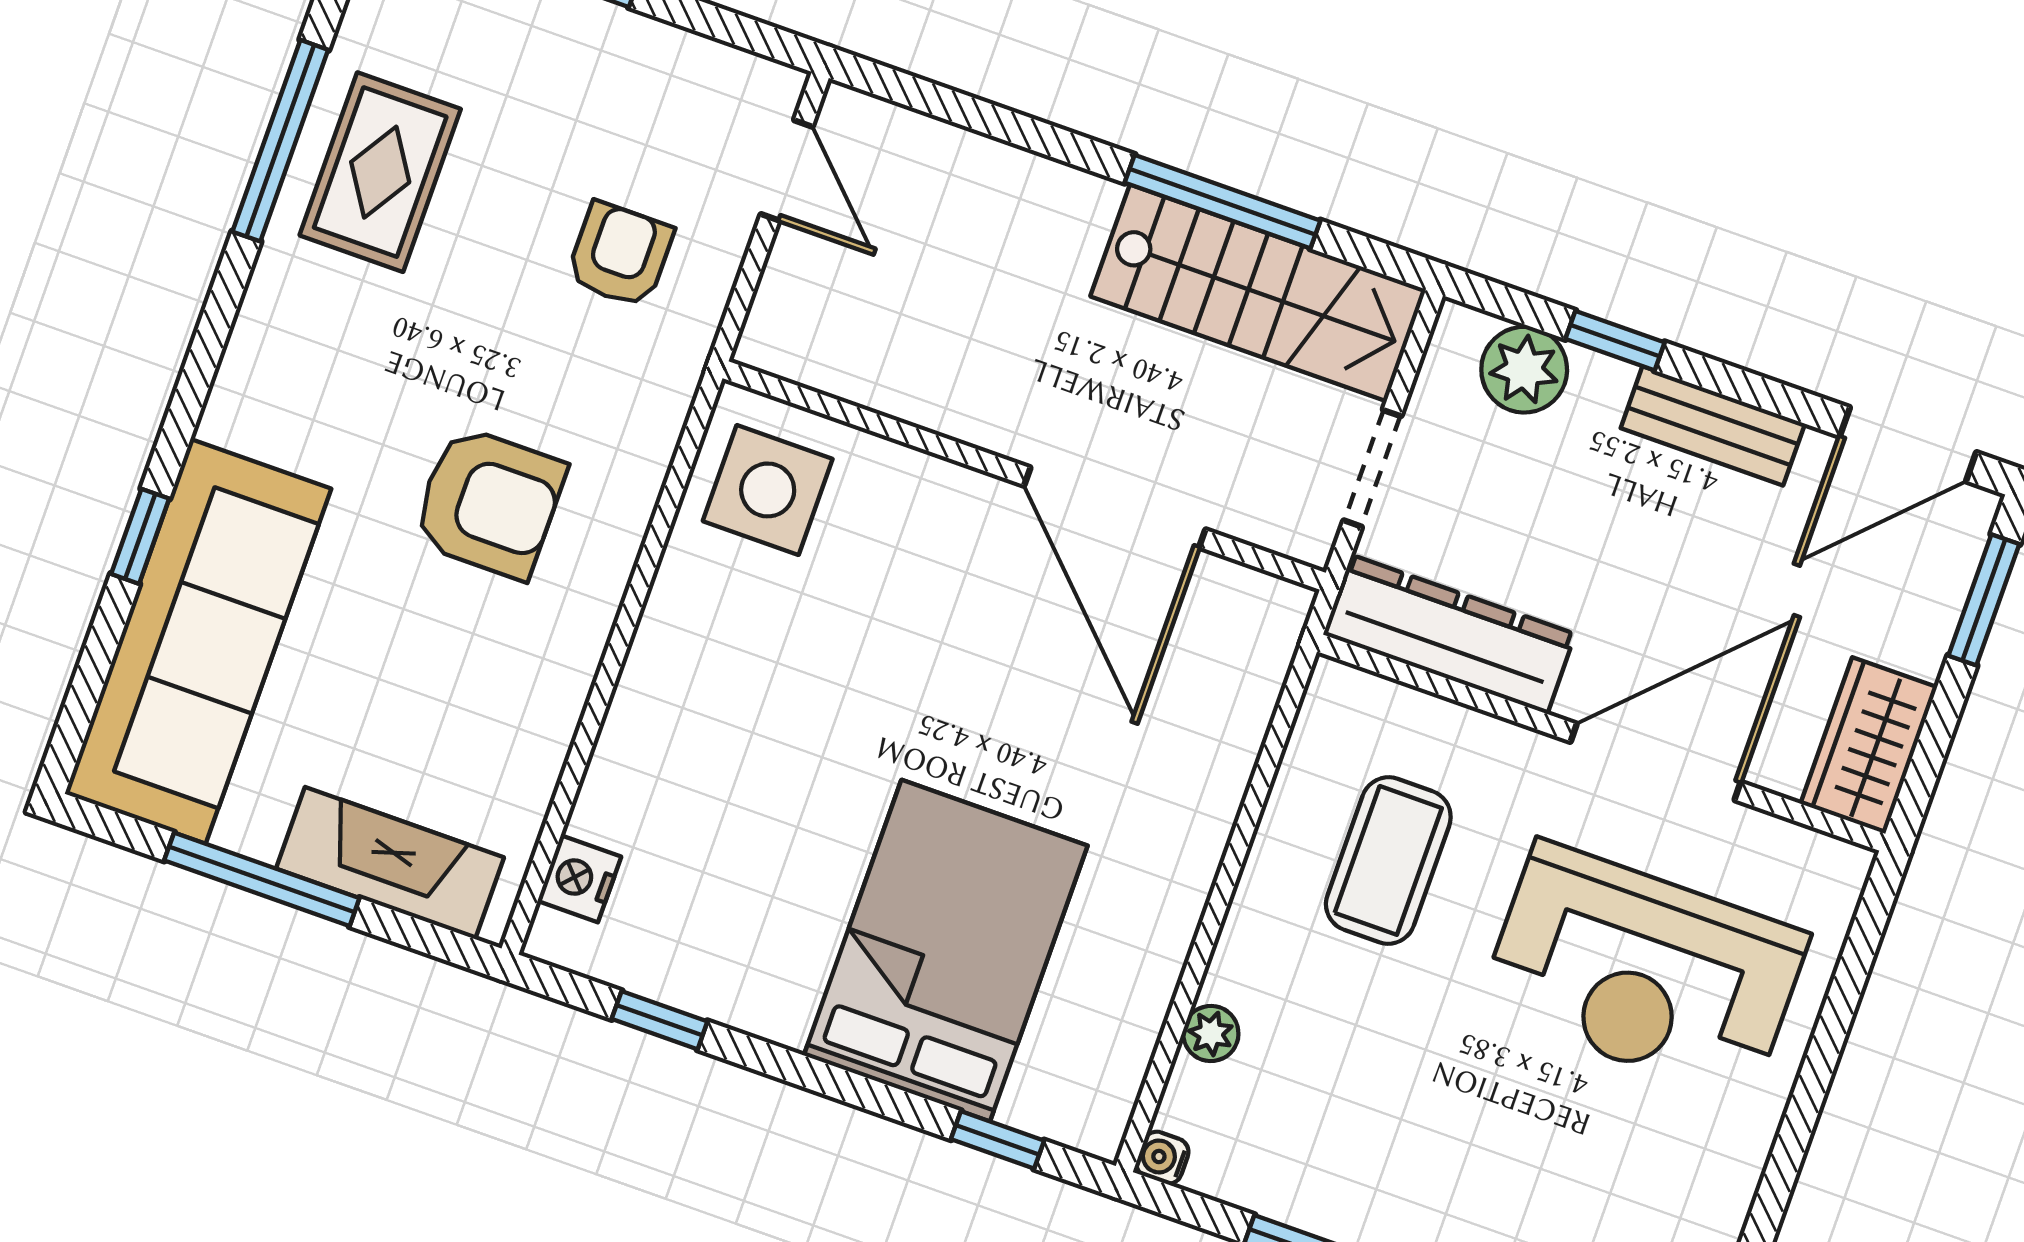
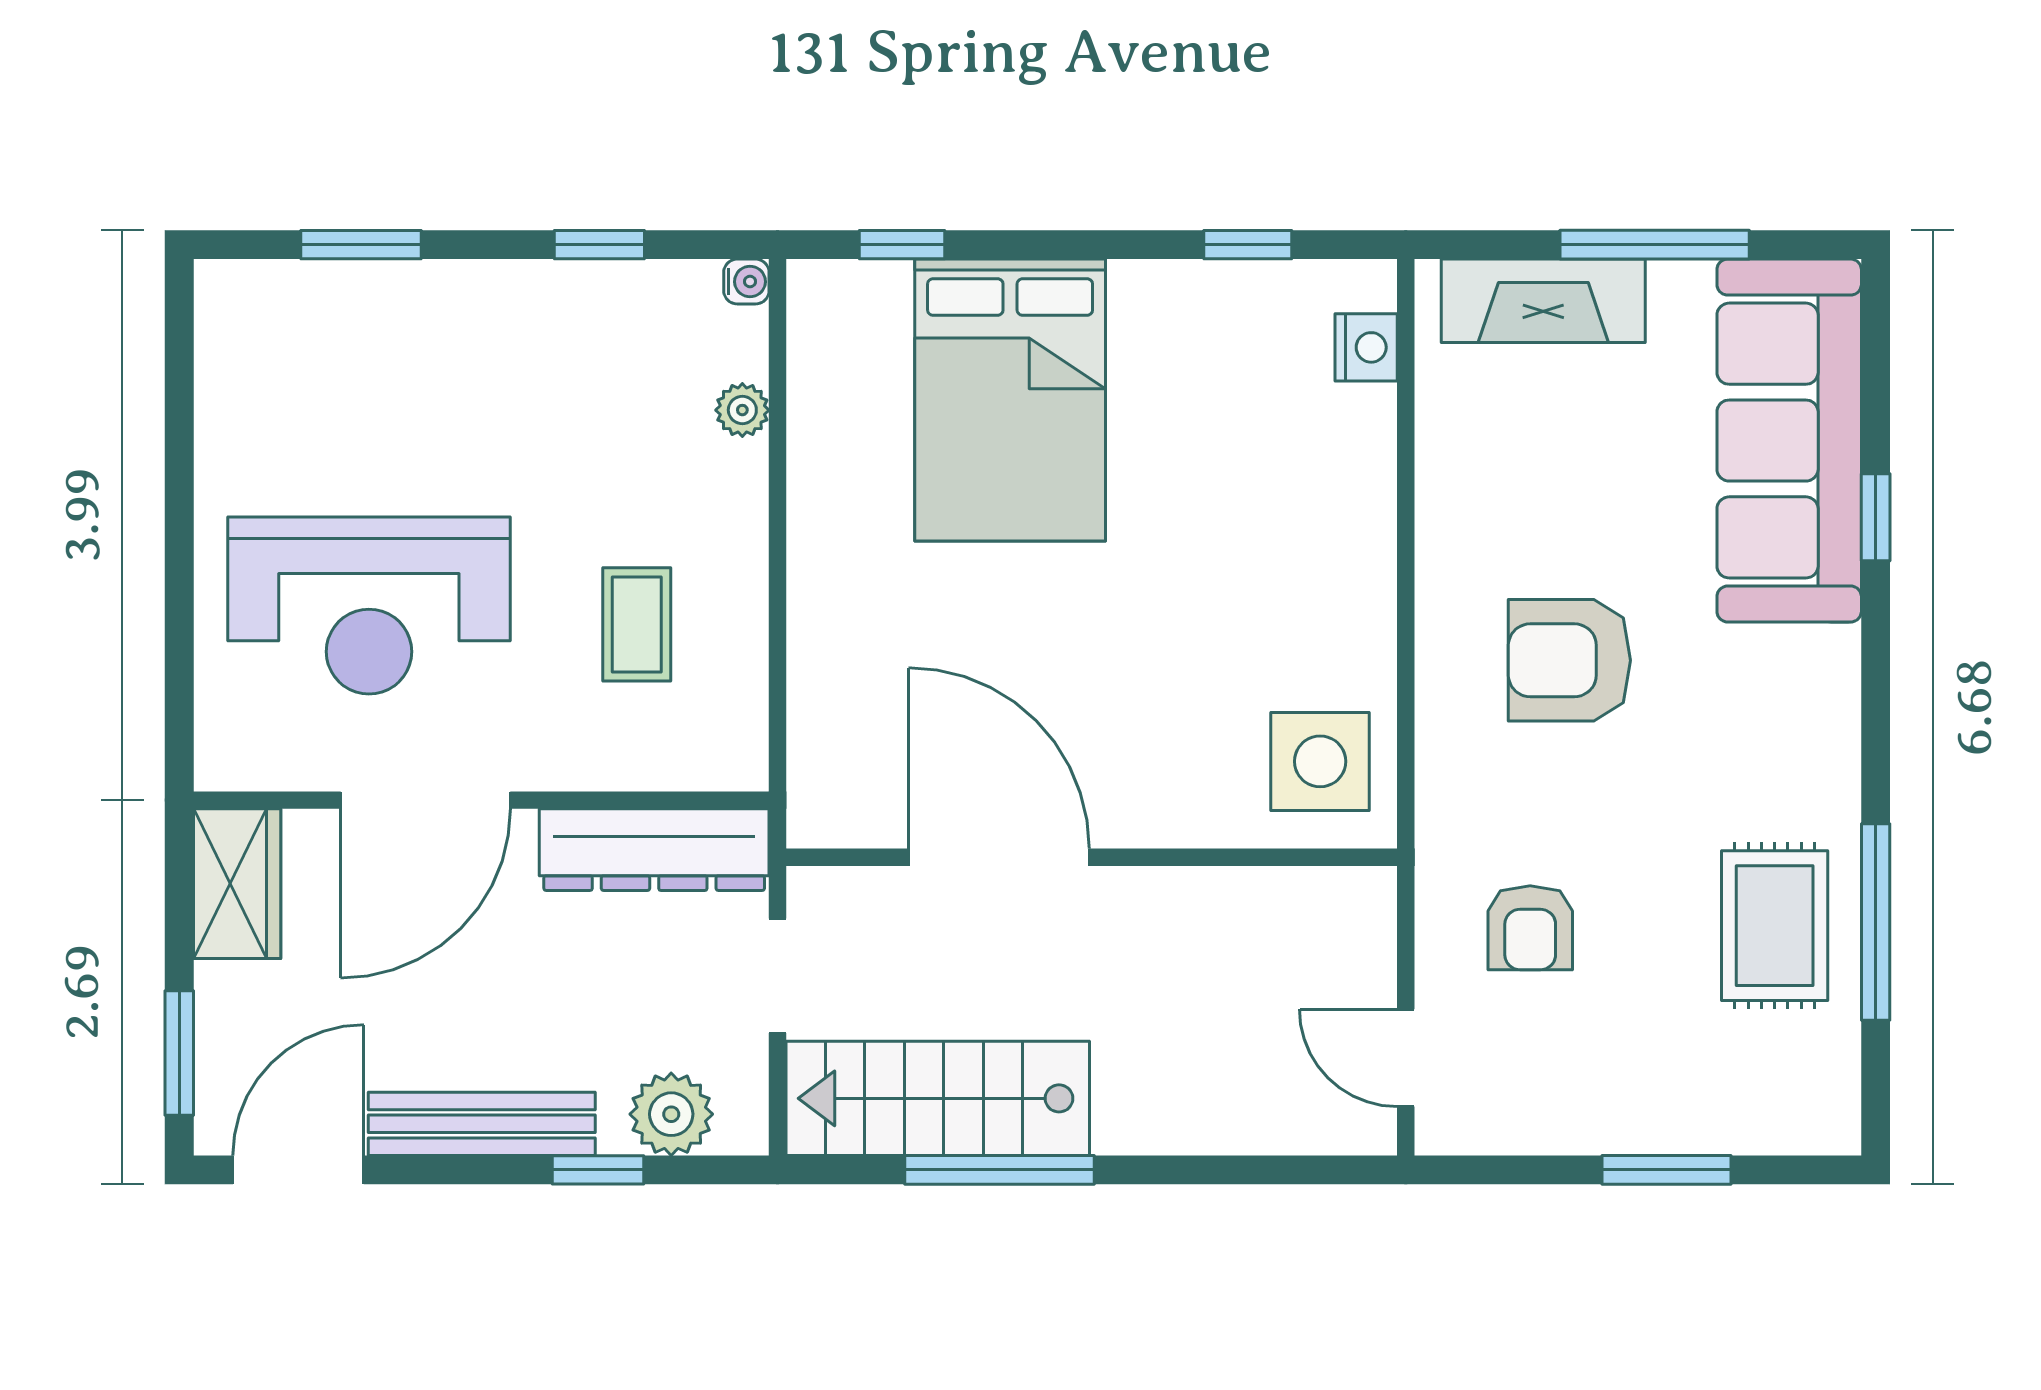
bench: (1713, 426) -> (482, 1124), width x1.36
coffee table: (1388, 860) -> (637, 624), width x0.73, depth x0.77
reception desk: (1644, 972) -> (369, 605), turned 180

